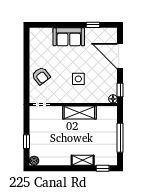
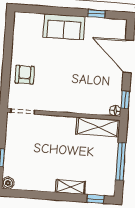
armchair: (41, 76) -> (25, 75), turned -142
side table: (78, 79) -> (72, 82), removed
shelving: (79, 112) -> (98, 127), moved

